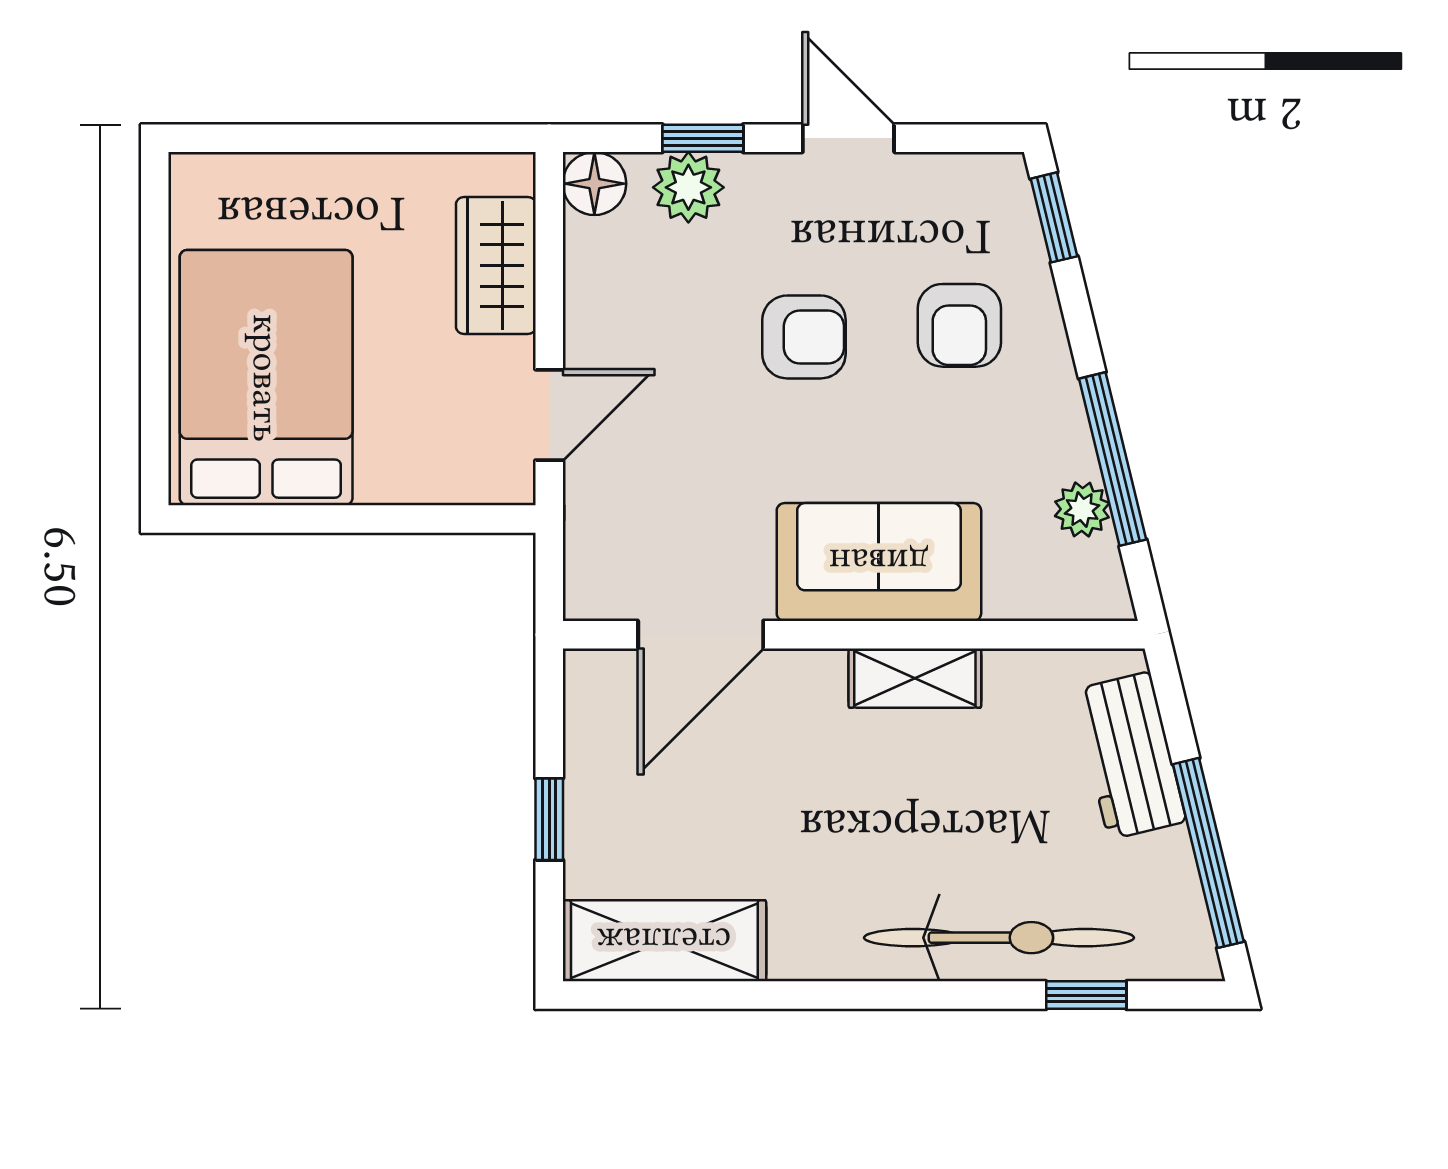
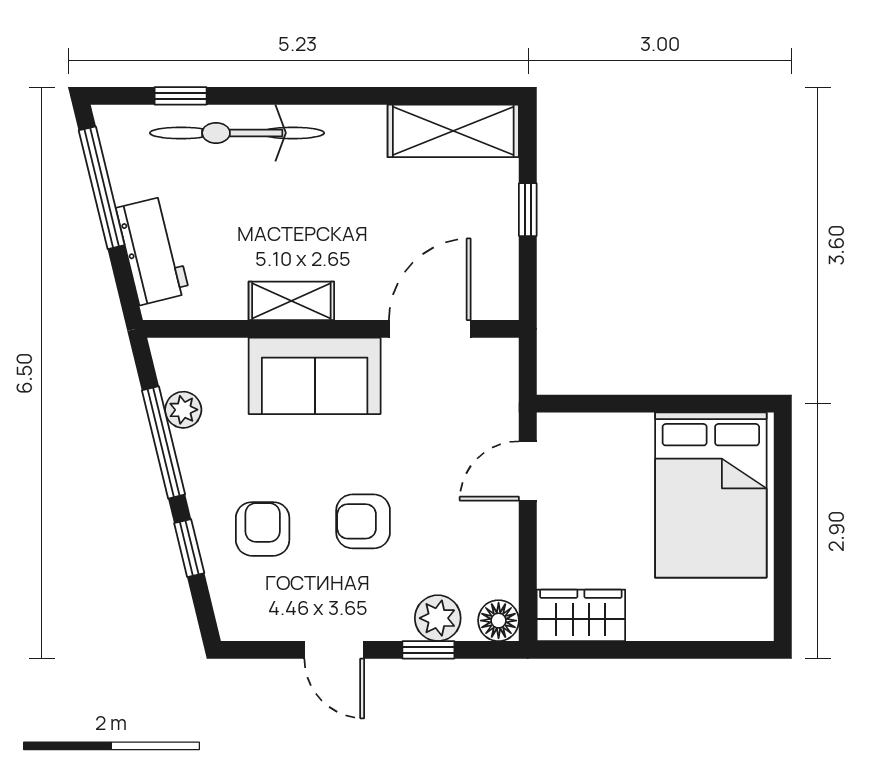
window: (1054, 217) -> (189, 548), moved
wardrobe: (496, 266) -> (581, 615), moved, turned -90

